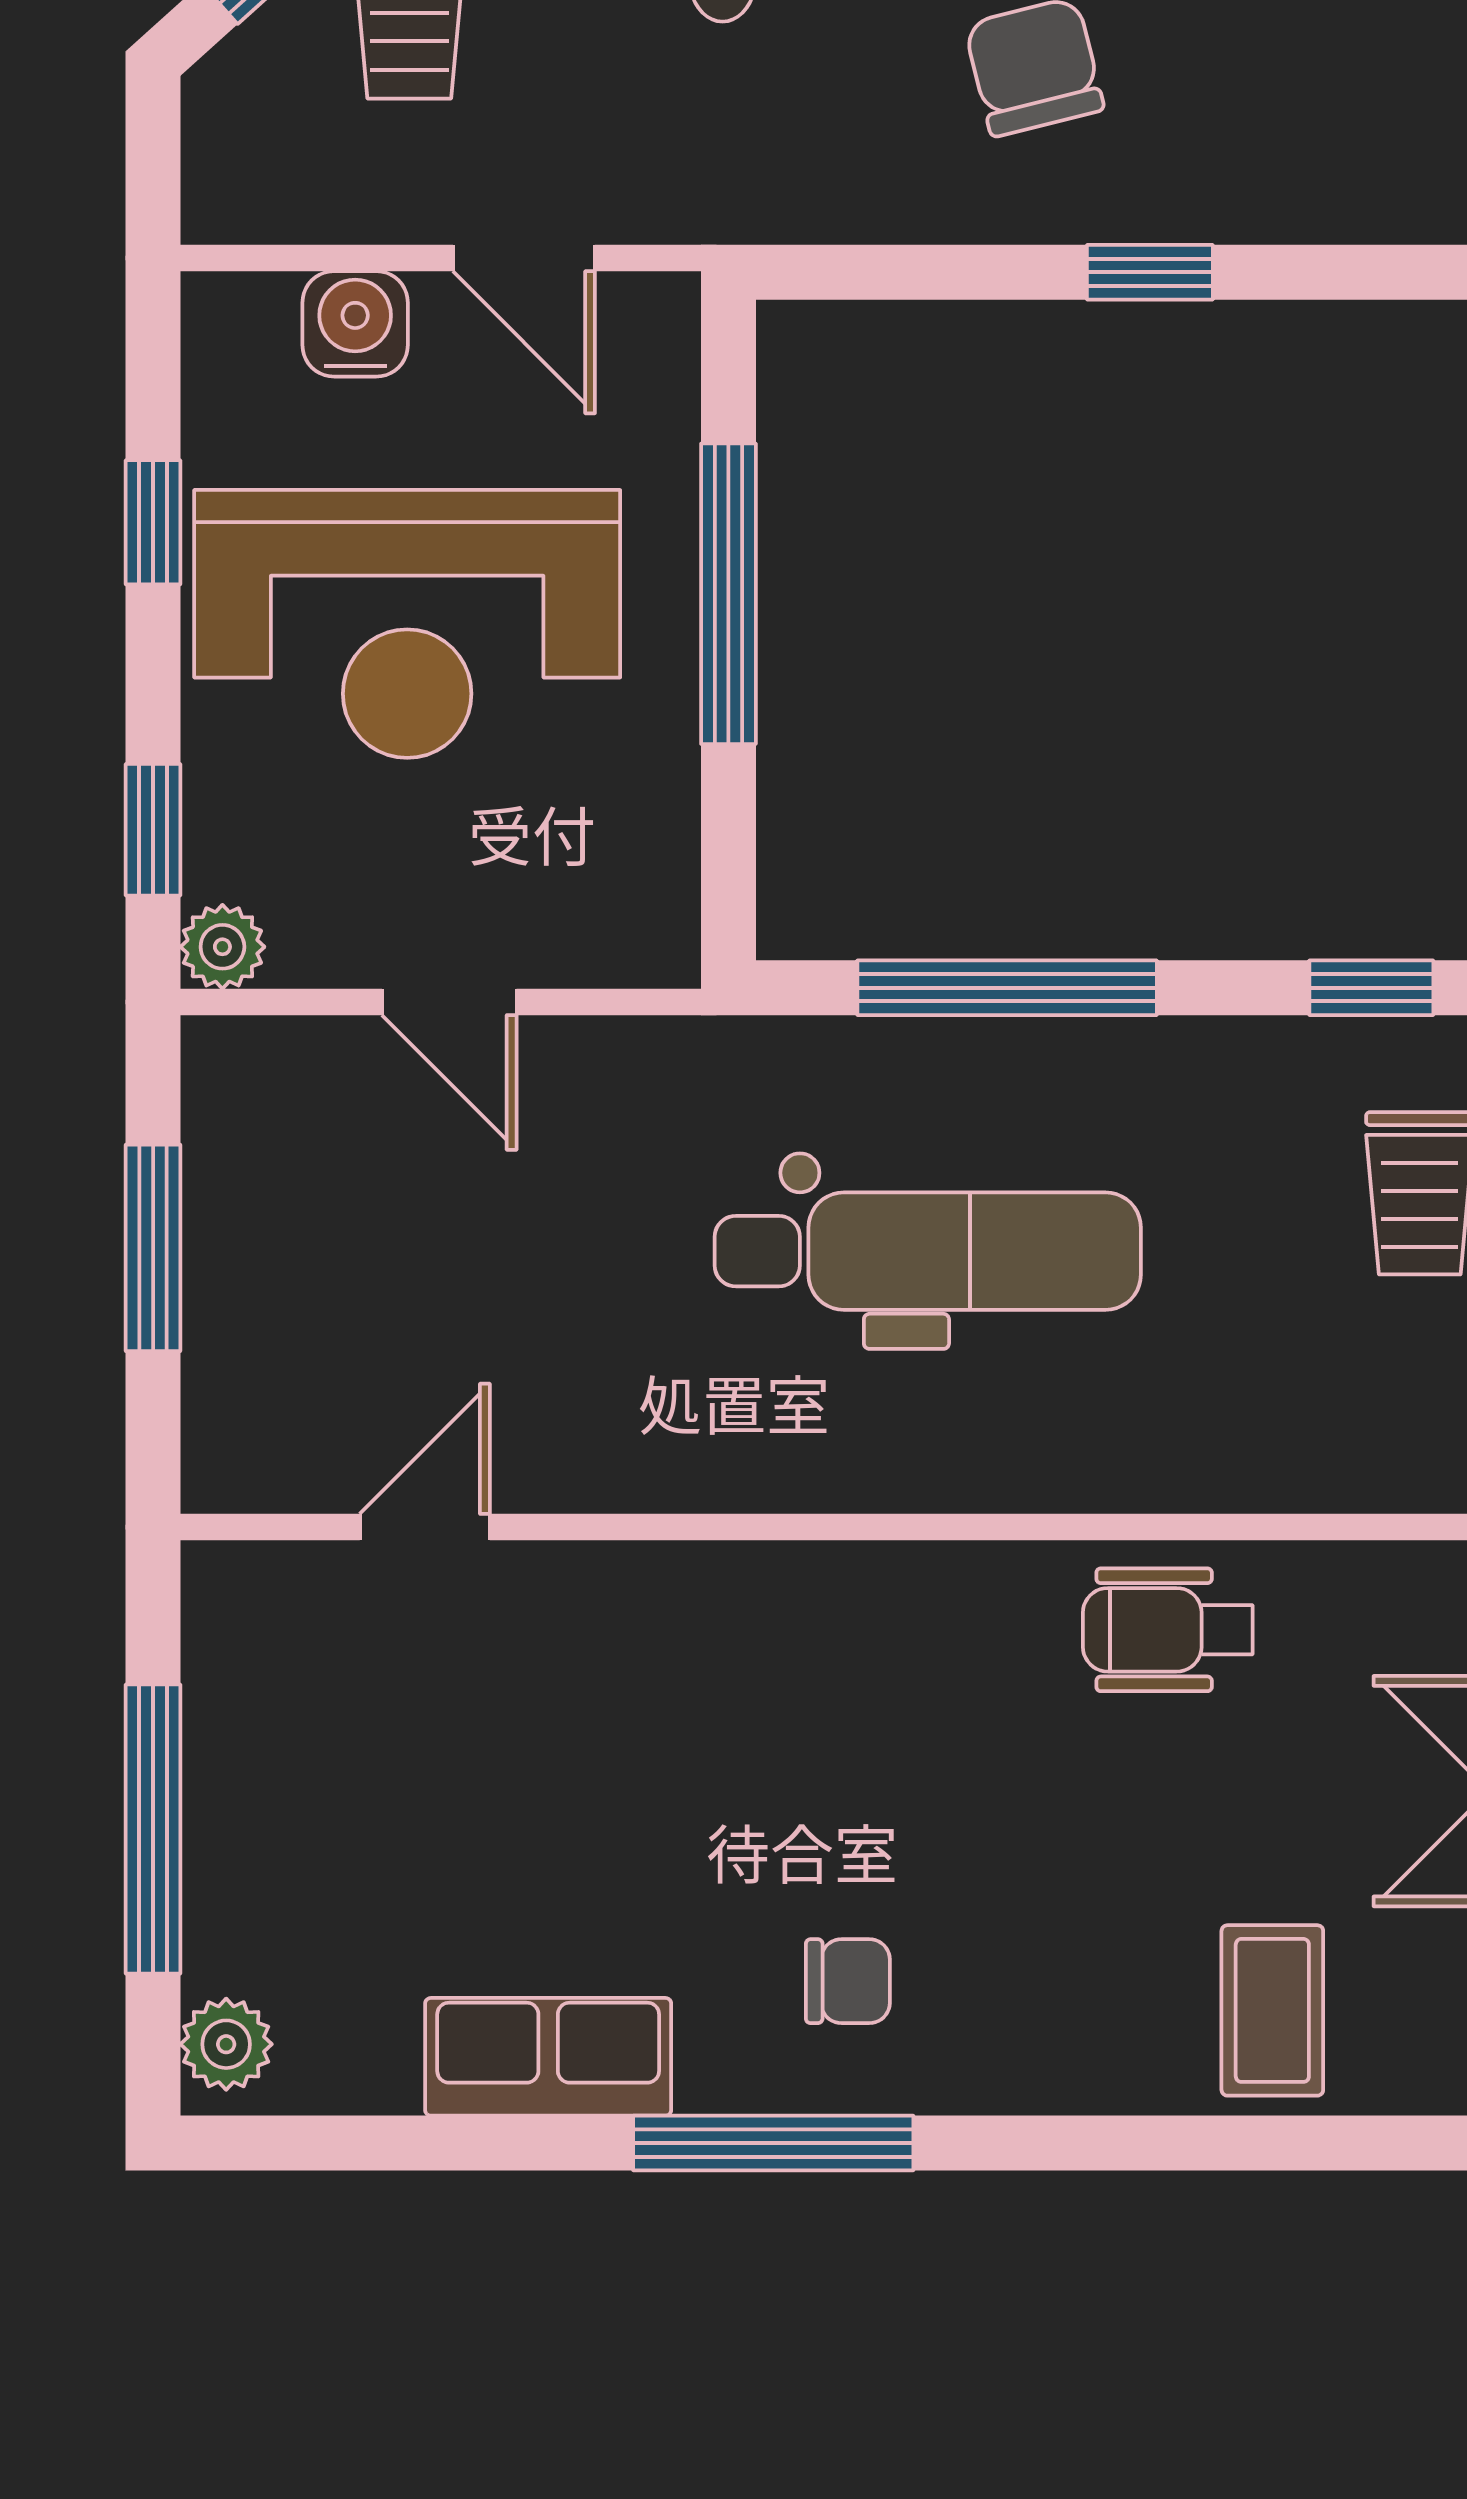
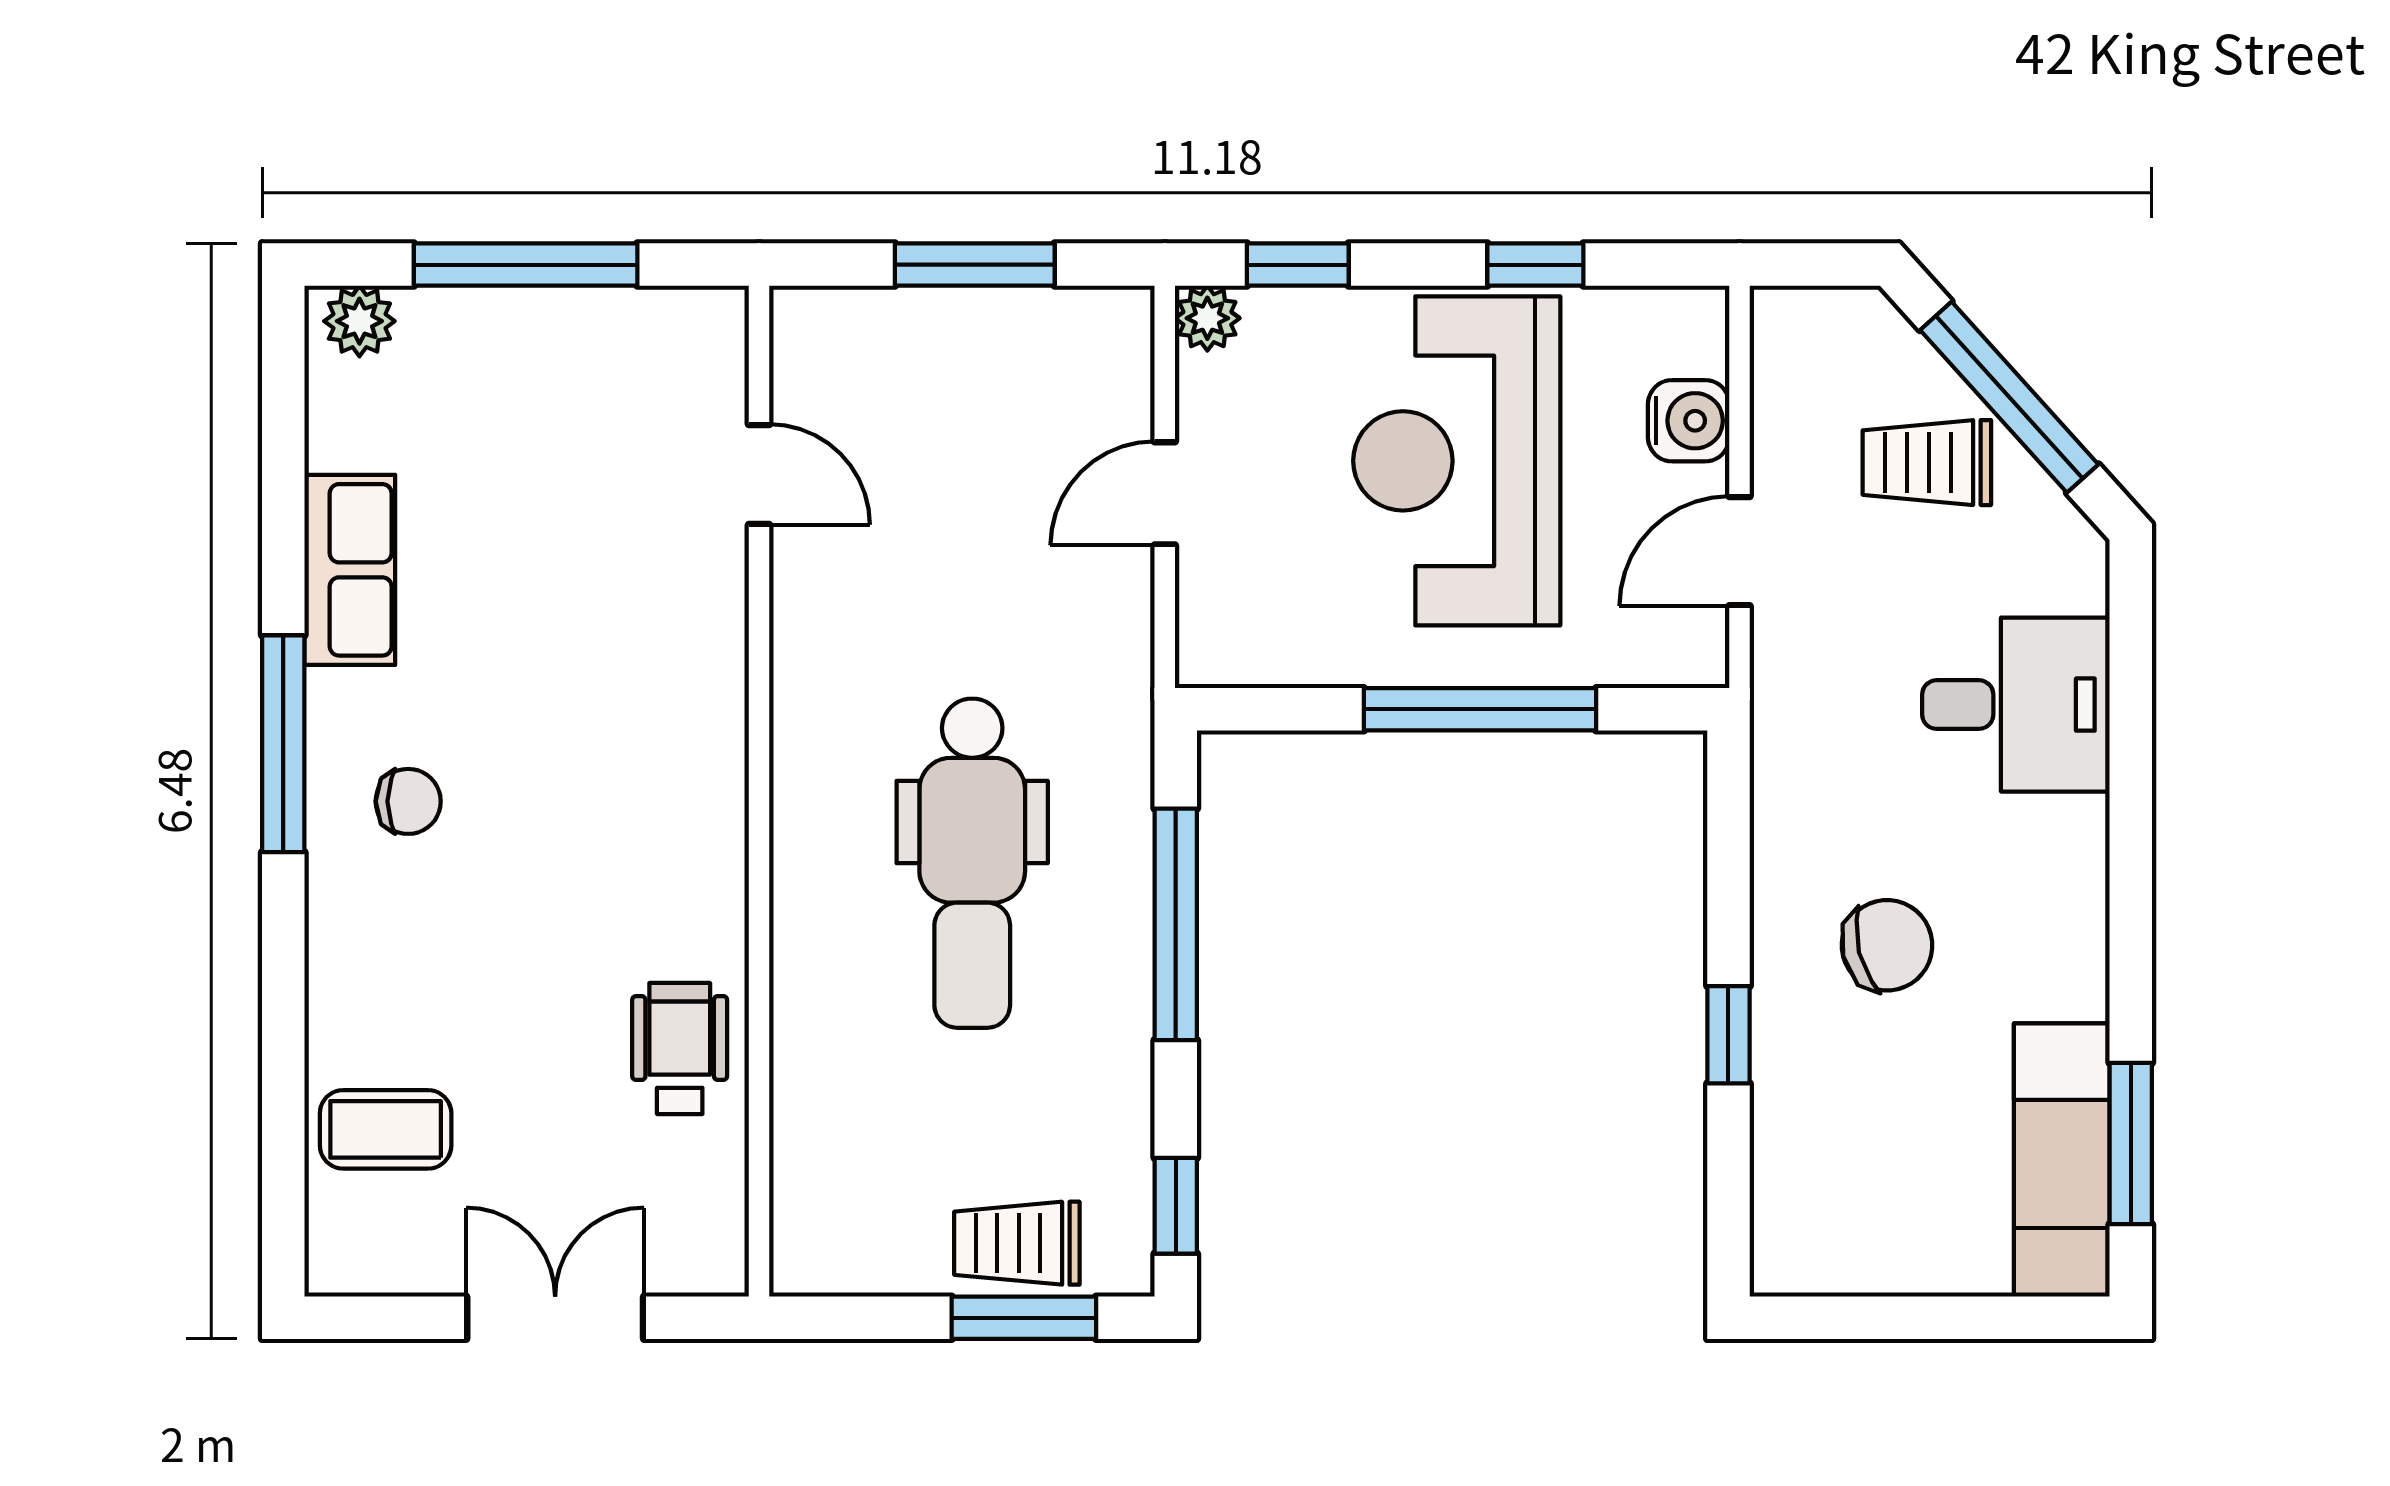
chair: (848, 1981) -> (408, 801), turned -90

